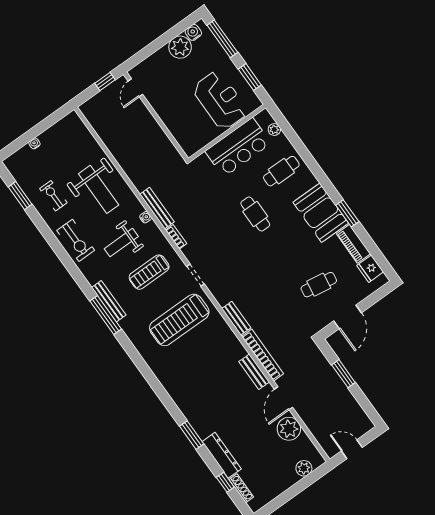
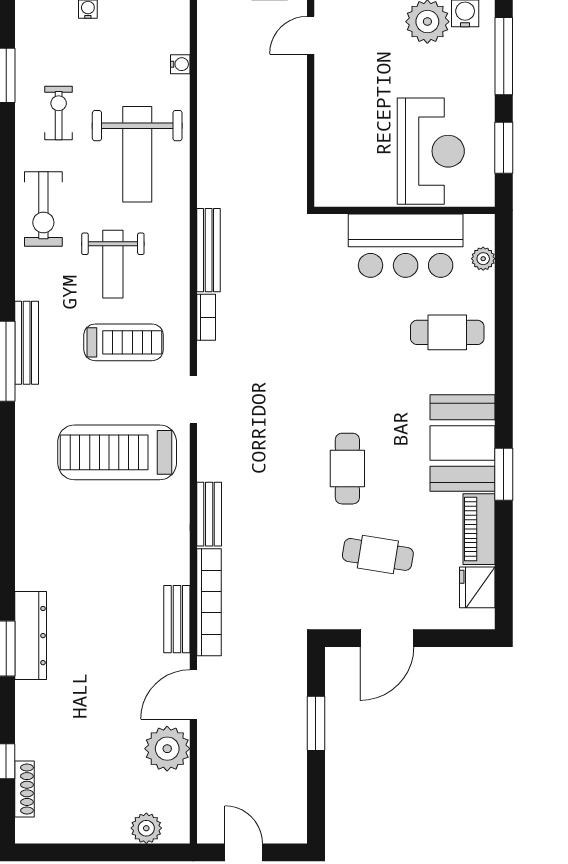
cafe table: (255, 214) -> (347, 469), moved
water cooler: (146, 217) -> (180, 64), moved
weight bench: (121, 243) -> (113, 264), turned -90
treadmill: (149, 272) -> (124, 342), turned 180
dresser: (222, 455) -> (31, 636), moved

